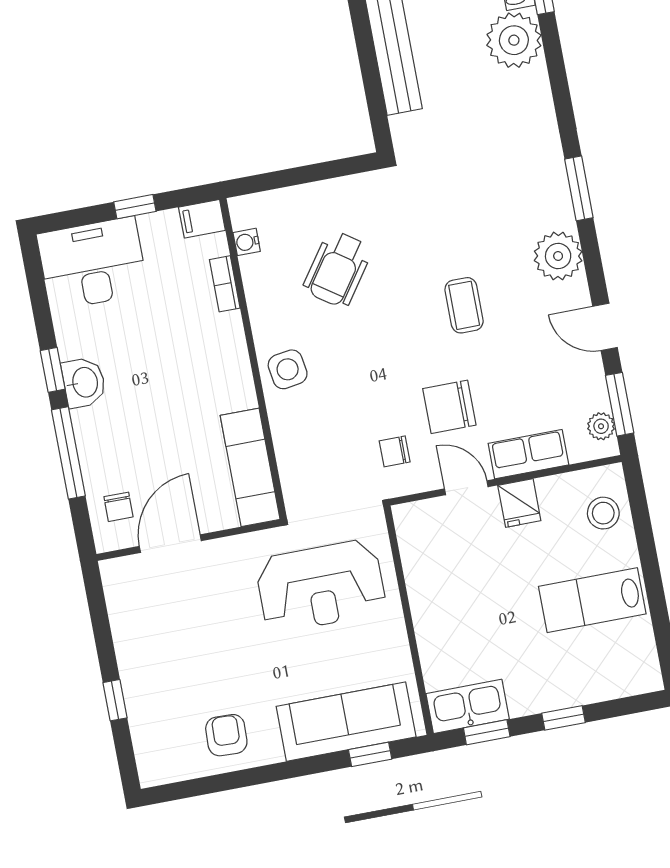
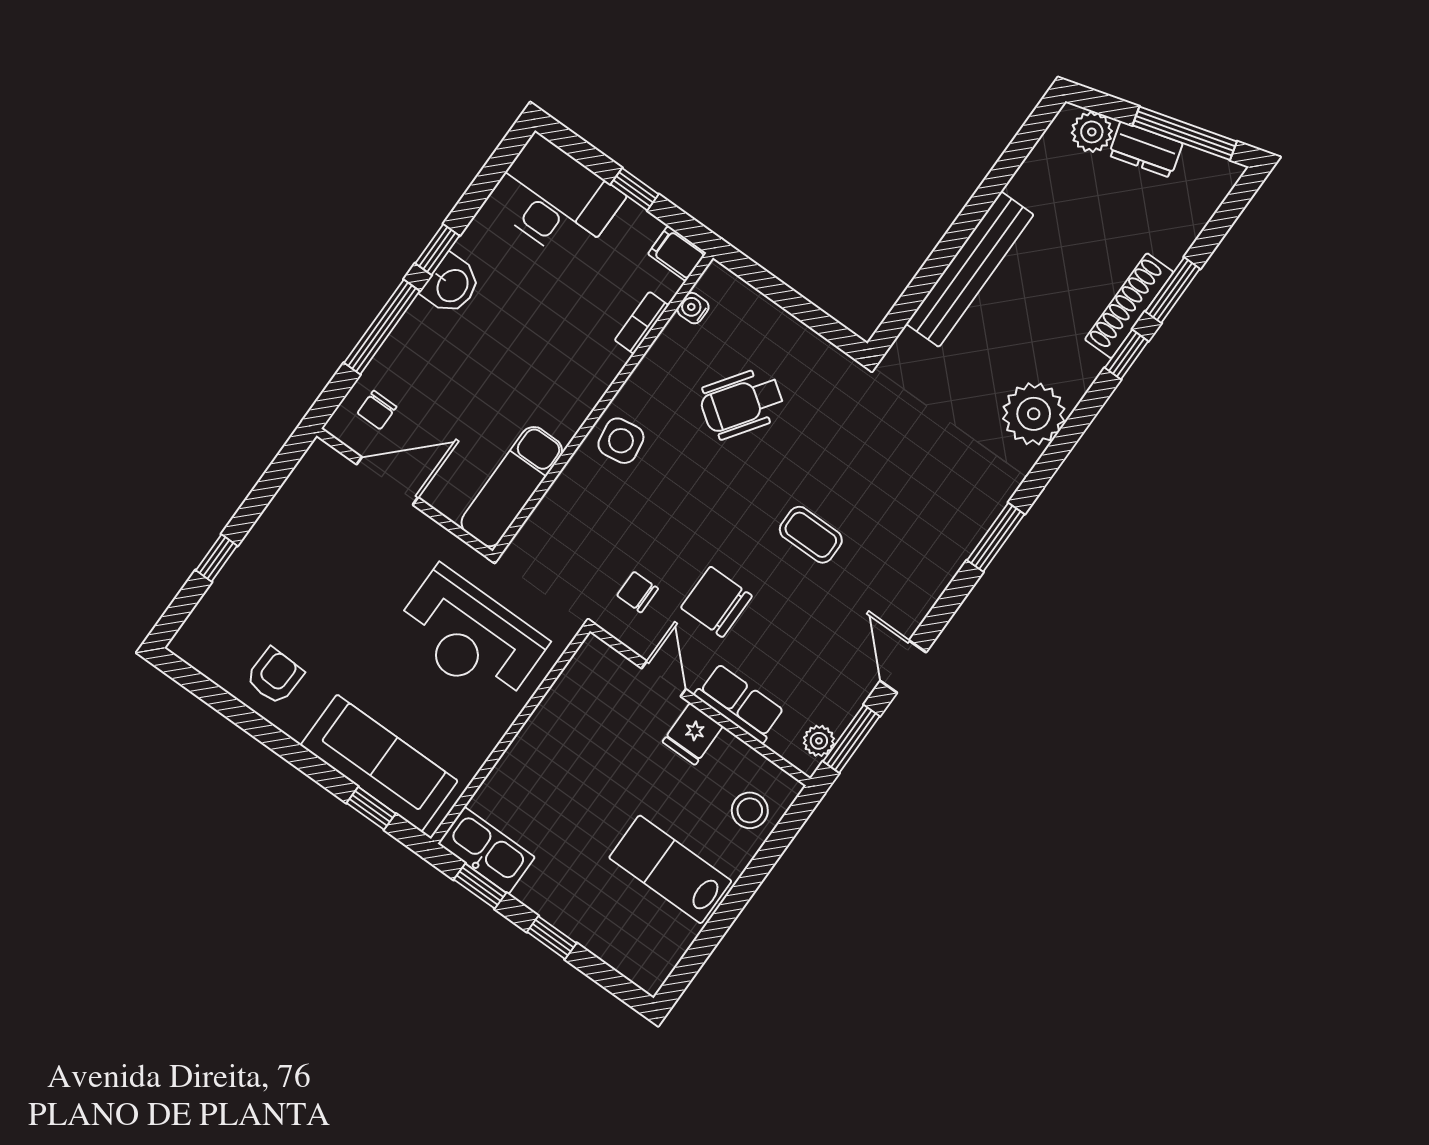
plant: (514, 40) -> (1034, 414), moved
plant: (558, 256) -> (924, 573), removed
coffee table: (464, 305) -> (811, 535), turned 90

